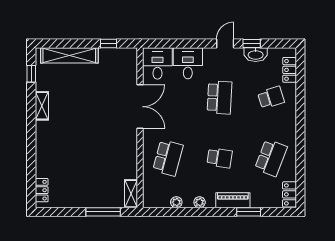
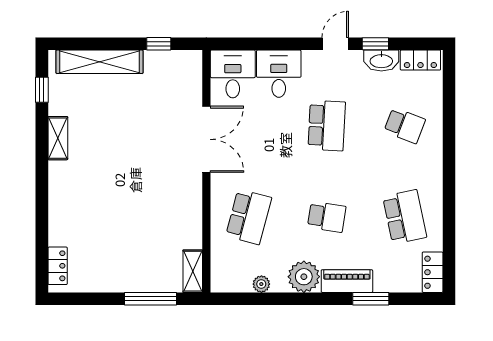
locker: (290, 70) -> (420, 60), moved, turned -90
school desk: (271, 98) -> (405, 126), turned 39
school desk: (271, 158) -> (405, 217), turned -33
plant: (200, 202) -> (304, 277), width x1.88, depth x1.88

